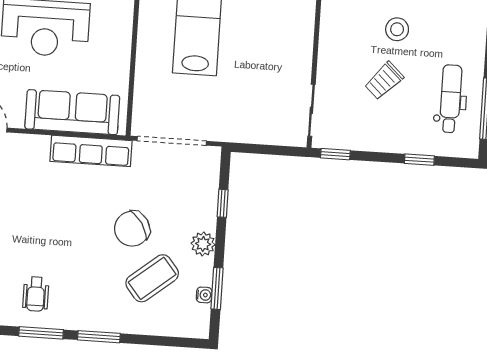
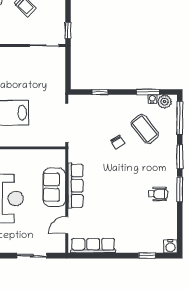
sofa: (72, 112) -> (54, 187), width x0.73
row of seats: (91, 151) -> (75, 186), moved
chair: (132, 229) -> (118, 142), width x0.54, depth x0.54
plant: (203, 244) -> (165, 102), moved
window: (167, 341) -> (180, 118), added

